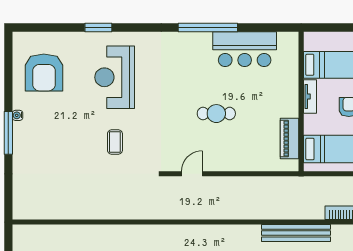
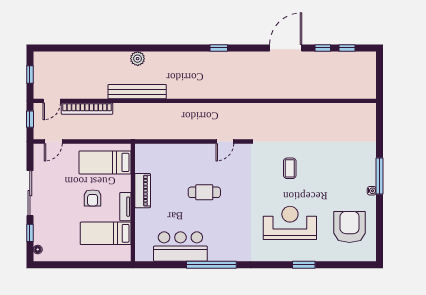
reception desk: (115, 77) -> (290, 223), turned -90
piano: (290, 139) -> (143, 191), moved

